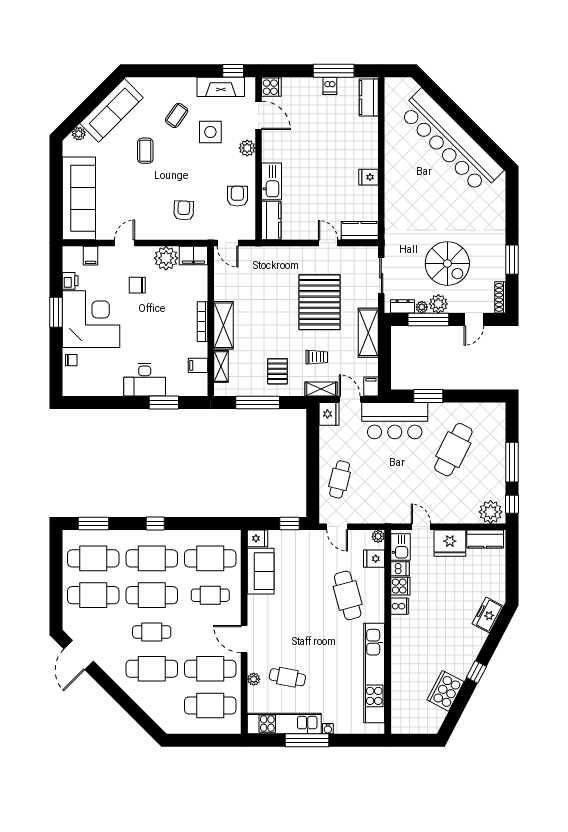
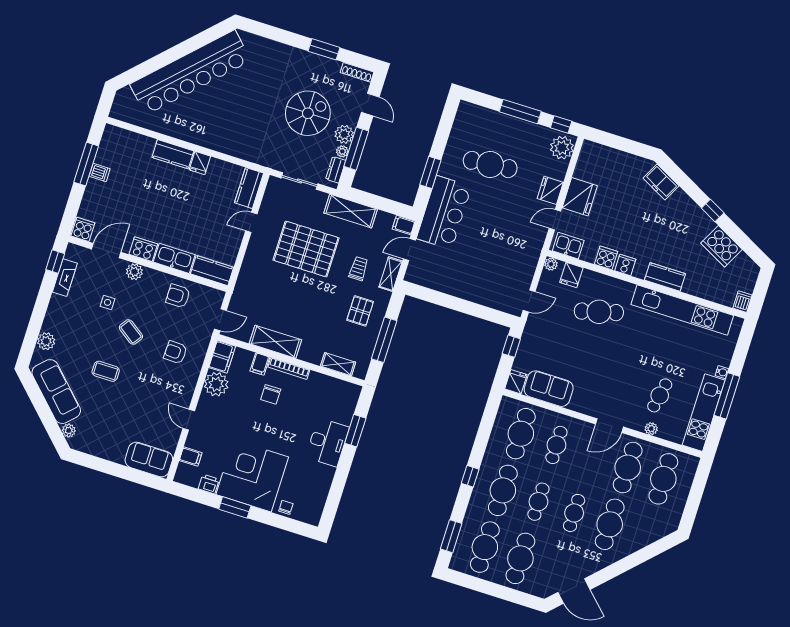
plant: (156, 86) -> (46, 341), added
fireplace: (221, 87) -> (65, 278), width x0.73, depth x0.76
kitchen counter: (369, 97) -> (173, 154), moved
coffee table: (177, 115) -> (131, 332), moved
side table: (210, 132) -> (108, 302), width x0.54, depth x0.54
cooker: (271, 150) -> (143, 249), added
sofa: (79, 198) -> (149, 460), width x0.54, depth x0.79
chair: (137, 285) -> (271, 394), moved
shelving: (223, 325) -> (275, 342), moved
filing cabinet: (198, 365) -> (260, 364), moved
pallet: (277, 371) -> (360, 311), turned 90
fridge: (329, 414) -> (550, 190), moved, turned -90
cafe table: (453, 450) -> (490, 164), turned -32
cafe table: (340, 479) -> (484, 284), removed
kitchen counter: (485, 539) -> (665, 277), moved, turned -90
dishwasher: (400, 569) -> (742, 302), moved
cafe table: (152, 595) -> (538, 502), width x0.73, depth x0.74

